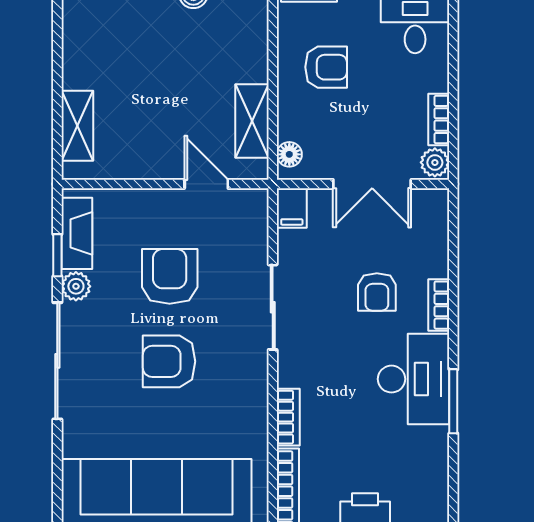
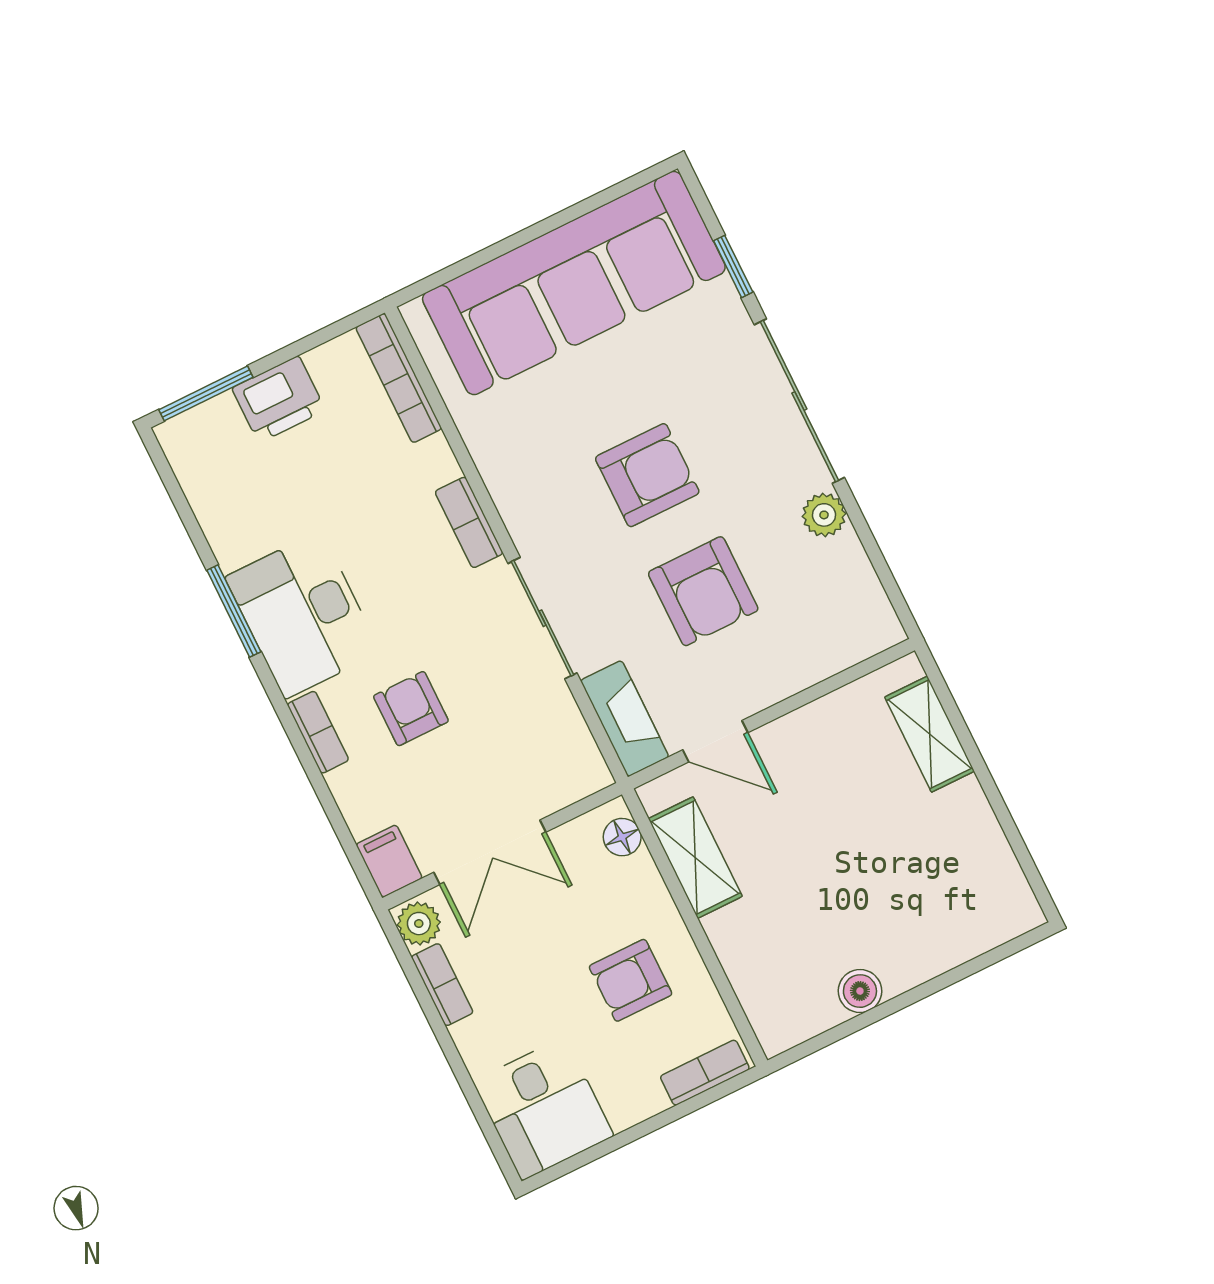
double door: (372, 184) -> (490, 852), swing flipped
filing cabinet: (292, 208) -> (389, 861), moved
fireplace: (77, 233) -> (625, 719), moved, turned 180
window: (57, 255) -> (733, 266), moved
bookcase: (288, 417) -> (469, 522), moved

